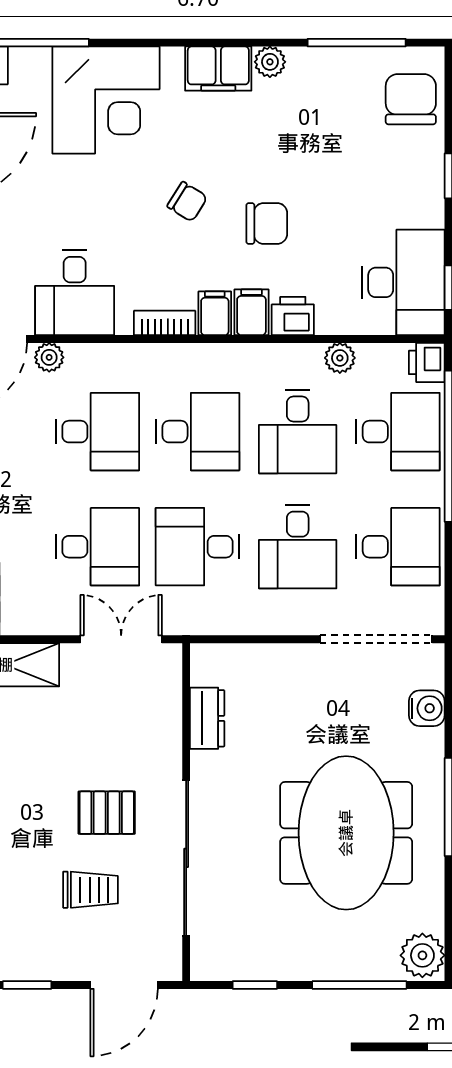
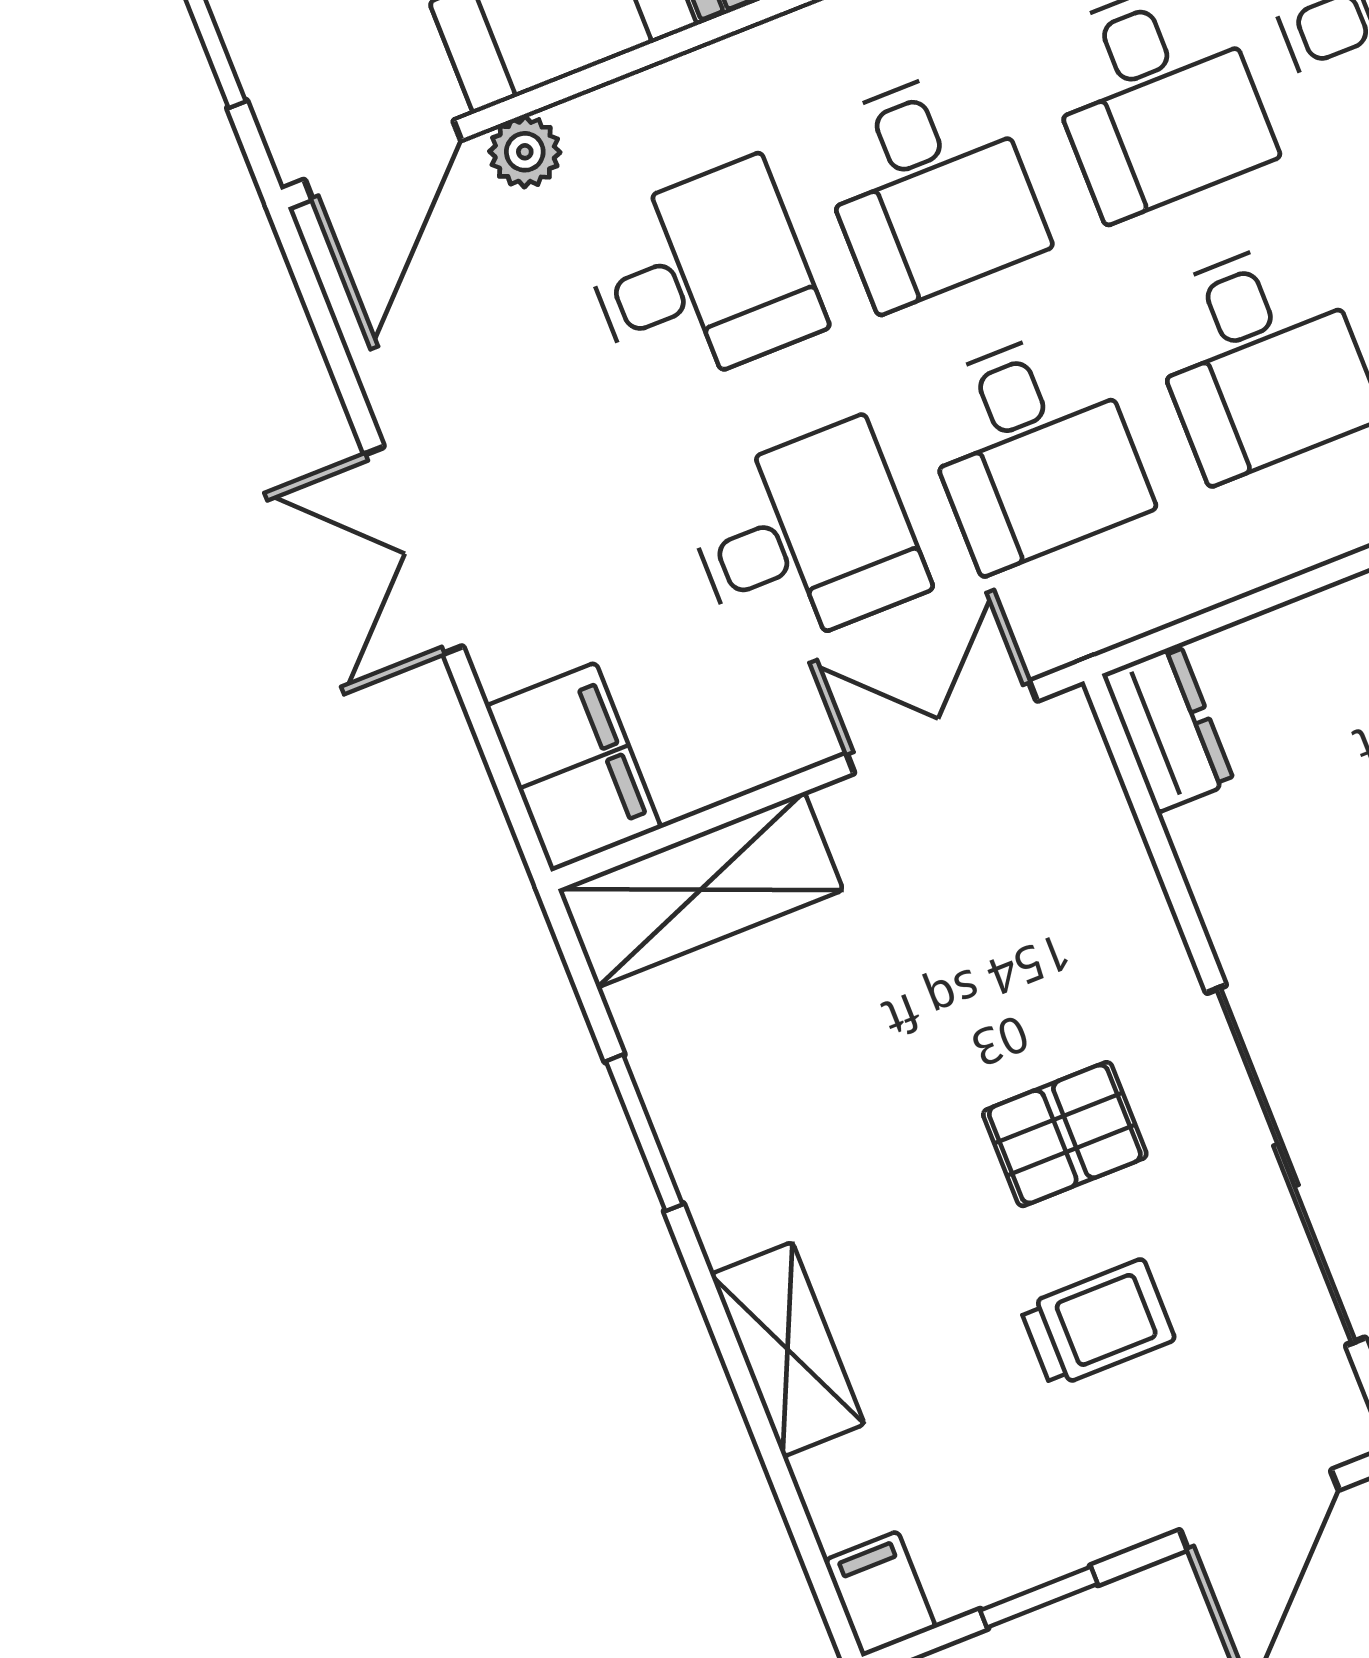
desk: (198, 432) -> (929, 187), turned 90
desk: (198, 547) -> (1032, 448), turned -90
dresser: (207, 718) -> (1168, 728), moved

